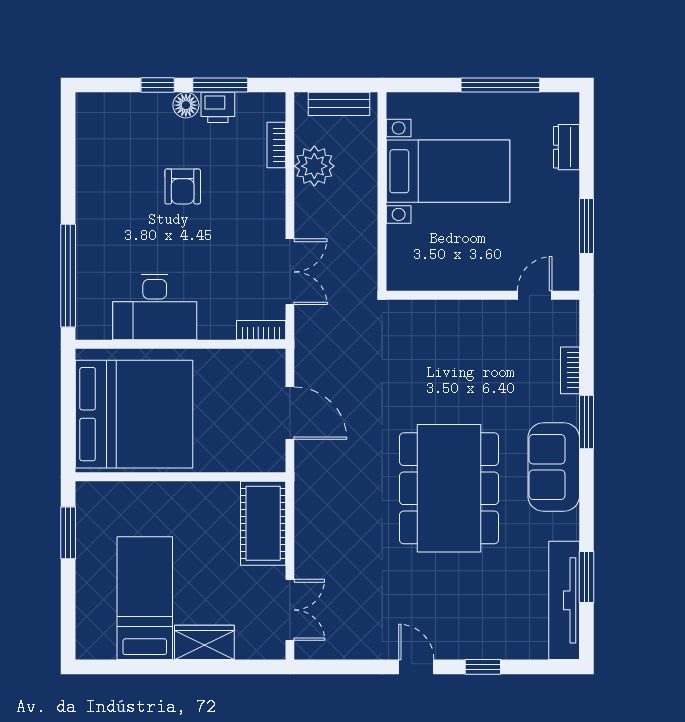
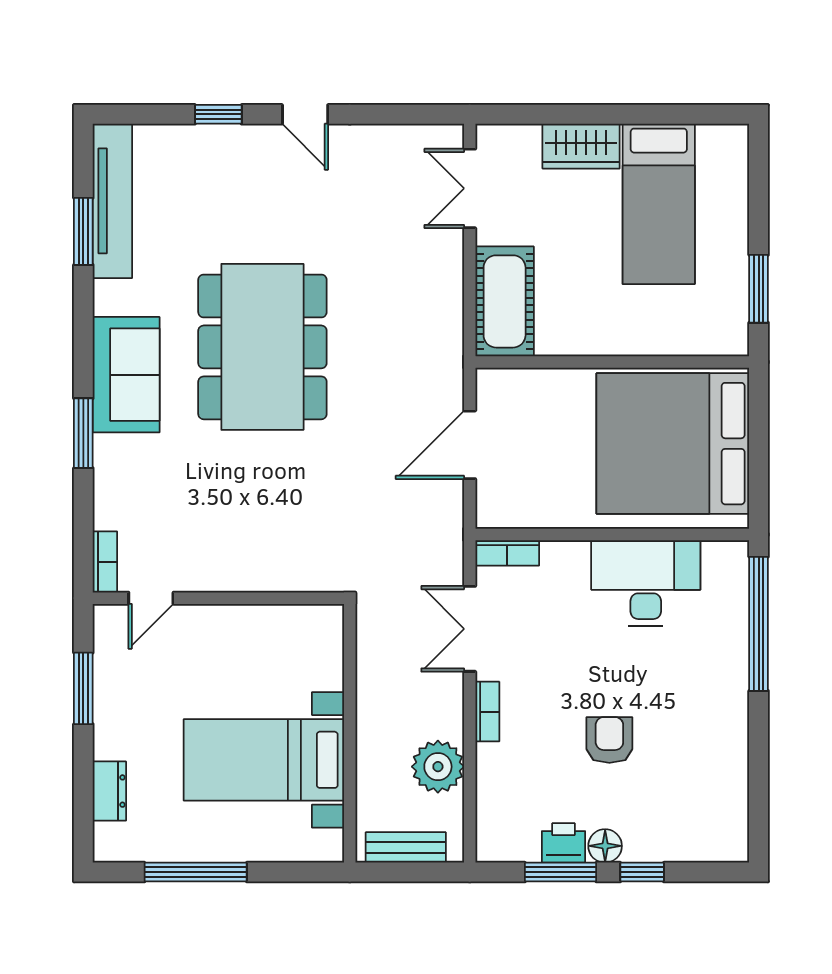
bookcase: (276, 145) -> (487, 712), moved
bookcase: (570, 370) -> (105, 562), moved
door: (290, 413) -> (470, 445), hinge flipped

